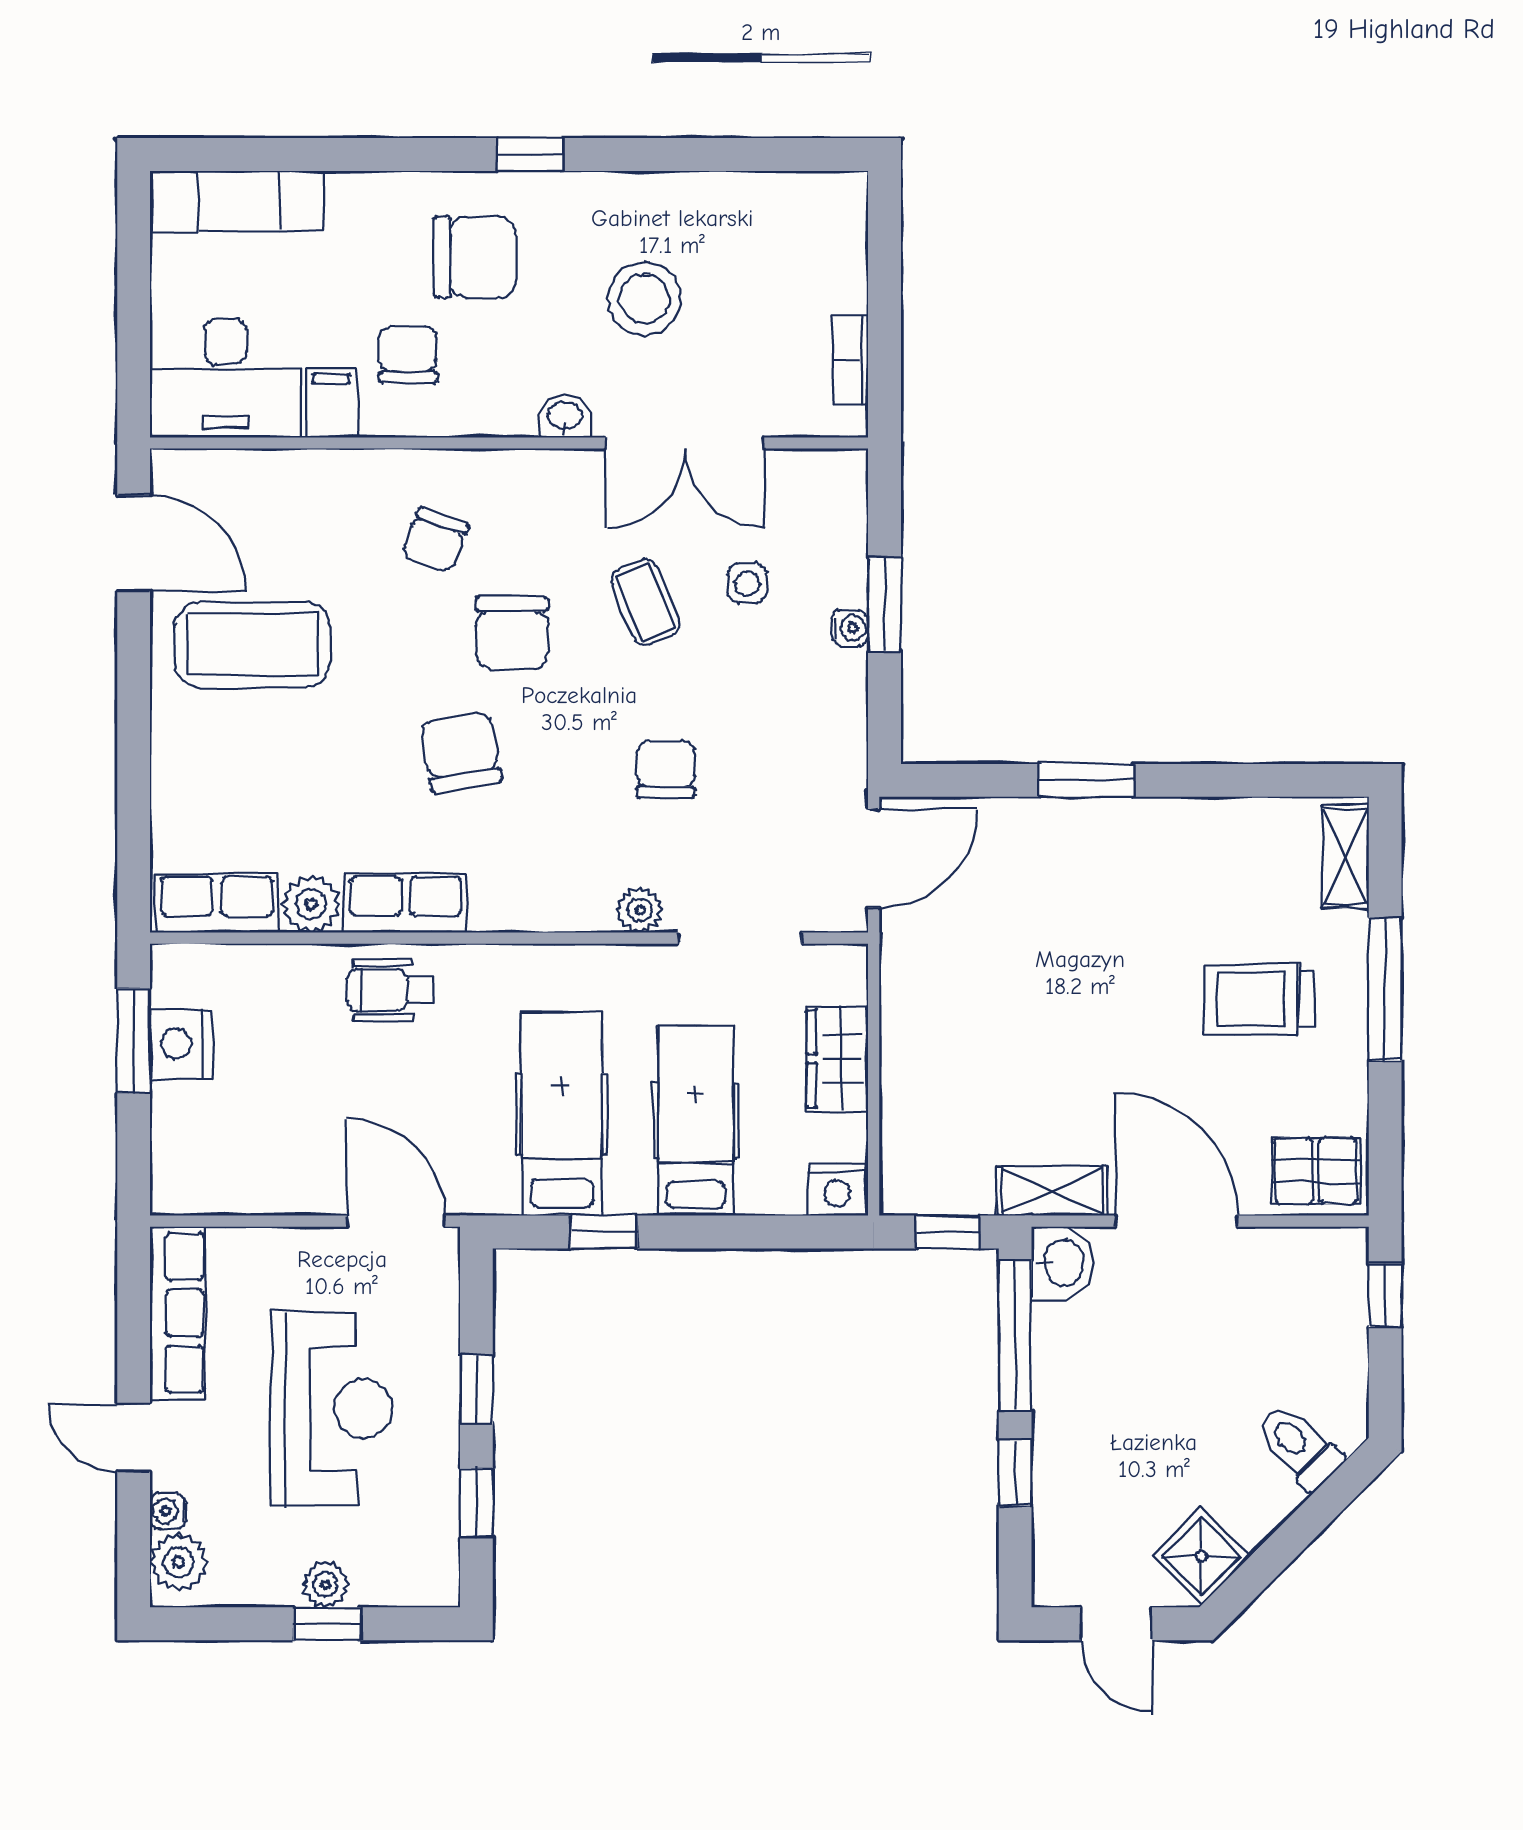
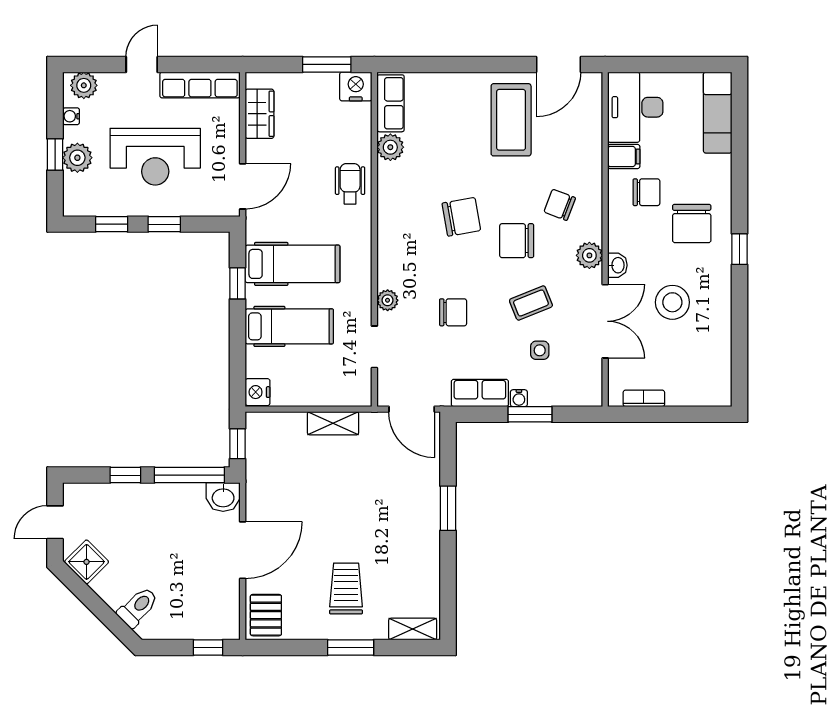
double door: (685, 443) -> (605, 321), swing flipped
plant: (544, 477) -> (589, 255), added
row of seats: (406, 903) -> (480, 393), moved, turned -90
doorway: (740, 938) -> (374, 347), width x0.73
window: (1385, 989) -> (351, 647), width x0.69
nightstand: (181, 1044) -> (356, 86), moved
wardrobe: (837, 1059) -> (259, 114), moved, turned 90
shelving: (1052, 1191) -> (333, 423), moved, turned 90
water cooler: (168, 1511) -> (71, 116), moved, turned -90
plant: (325, 1584) -> (77, 158), width x1.38, depth x1.38

